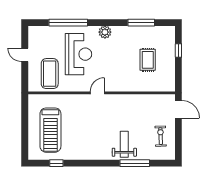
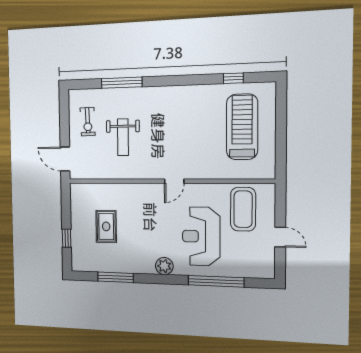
weight bench: (124, 144) -> (123, 137), moved

